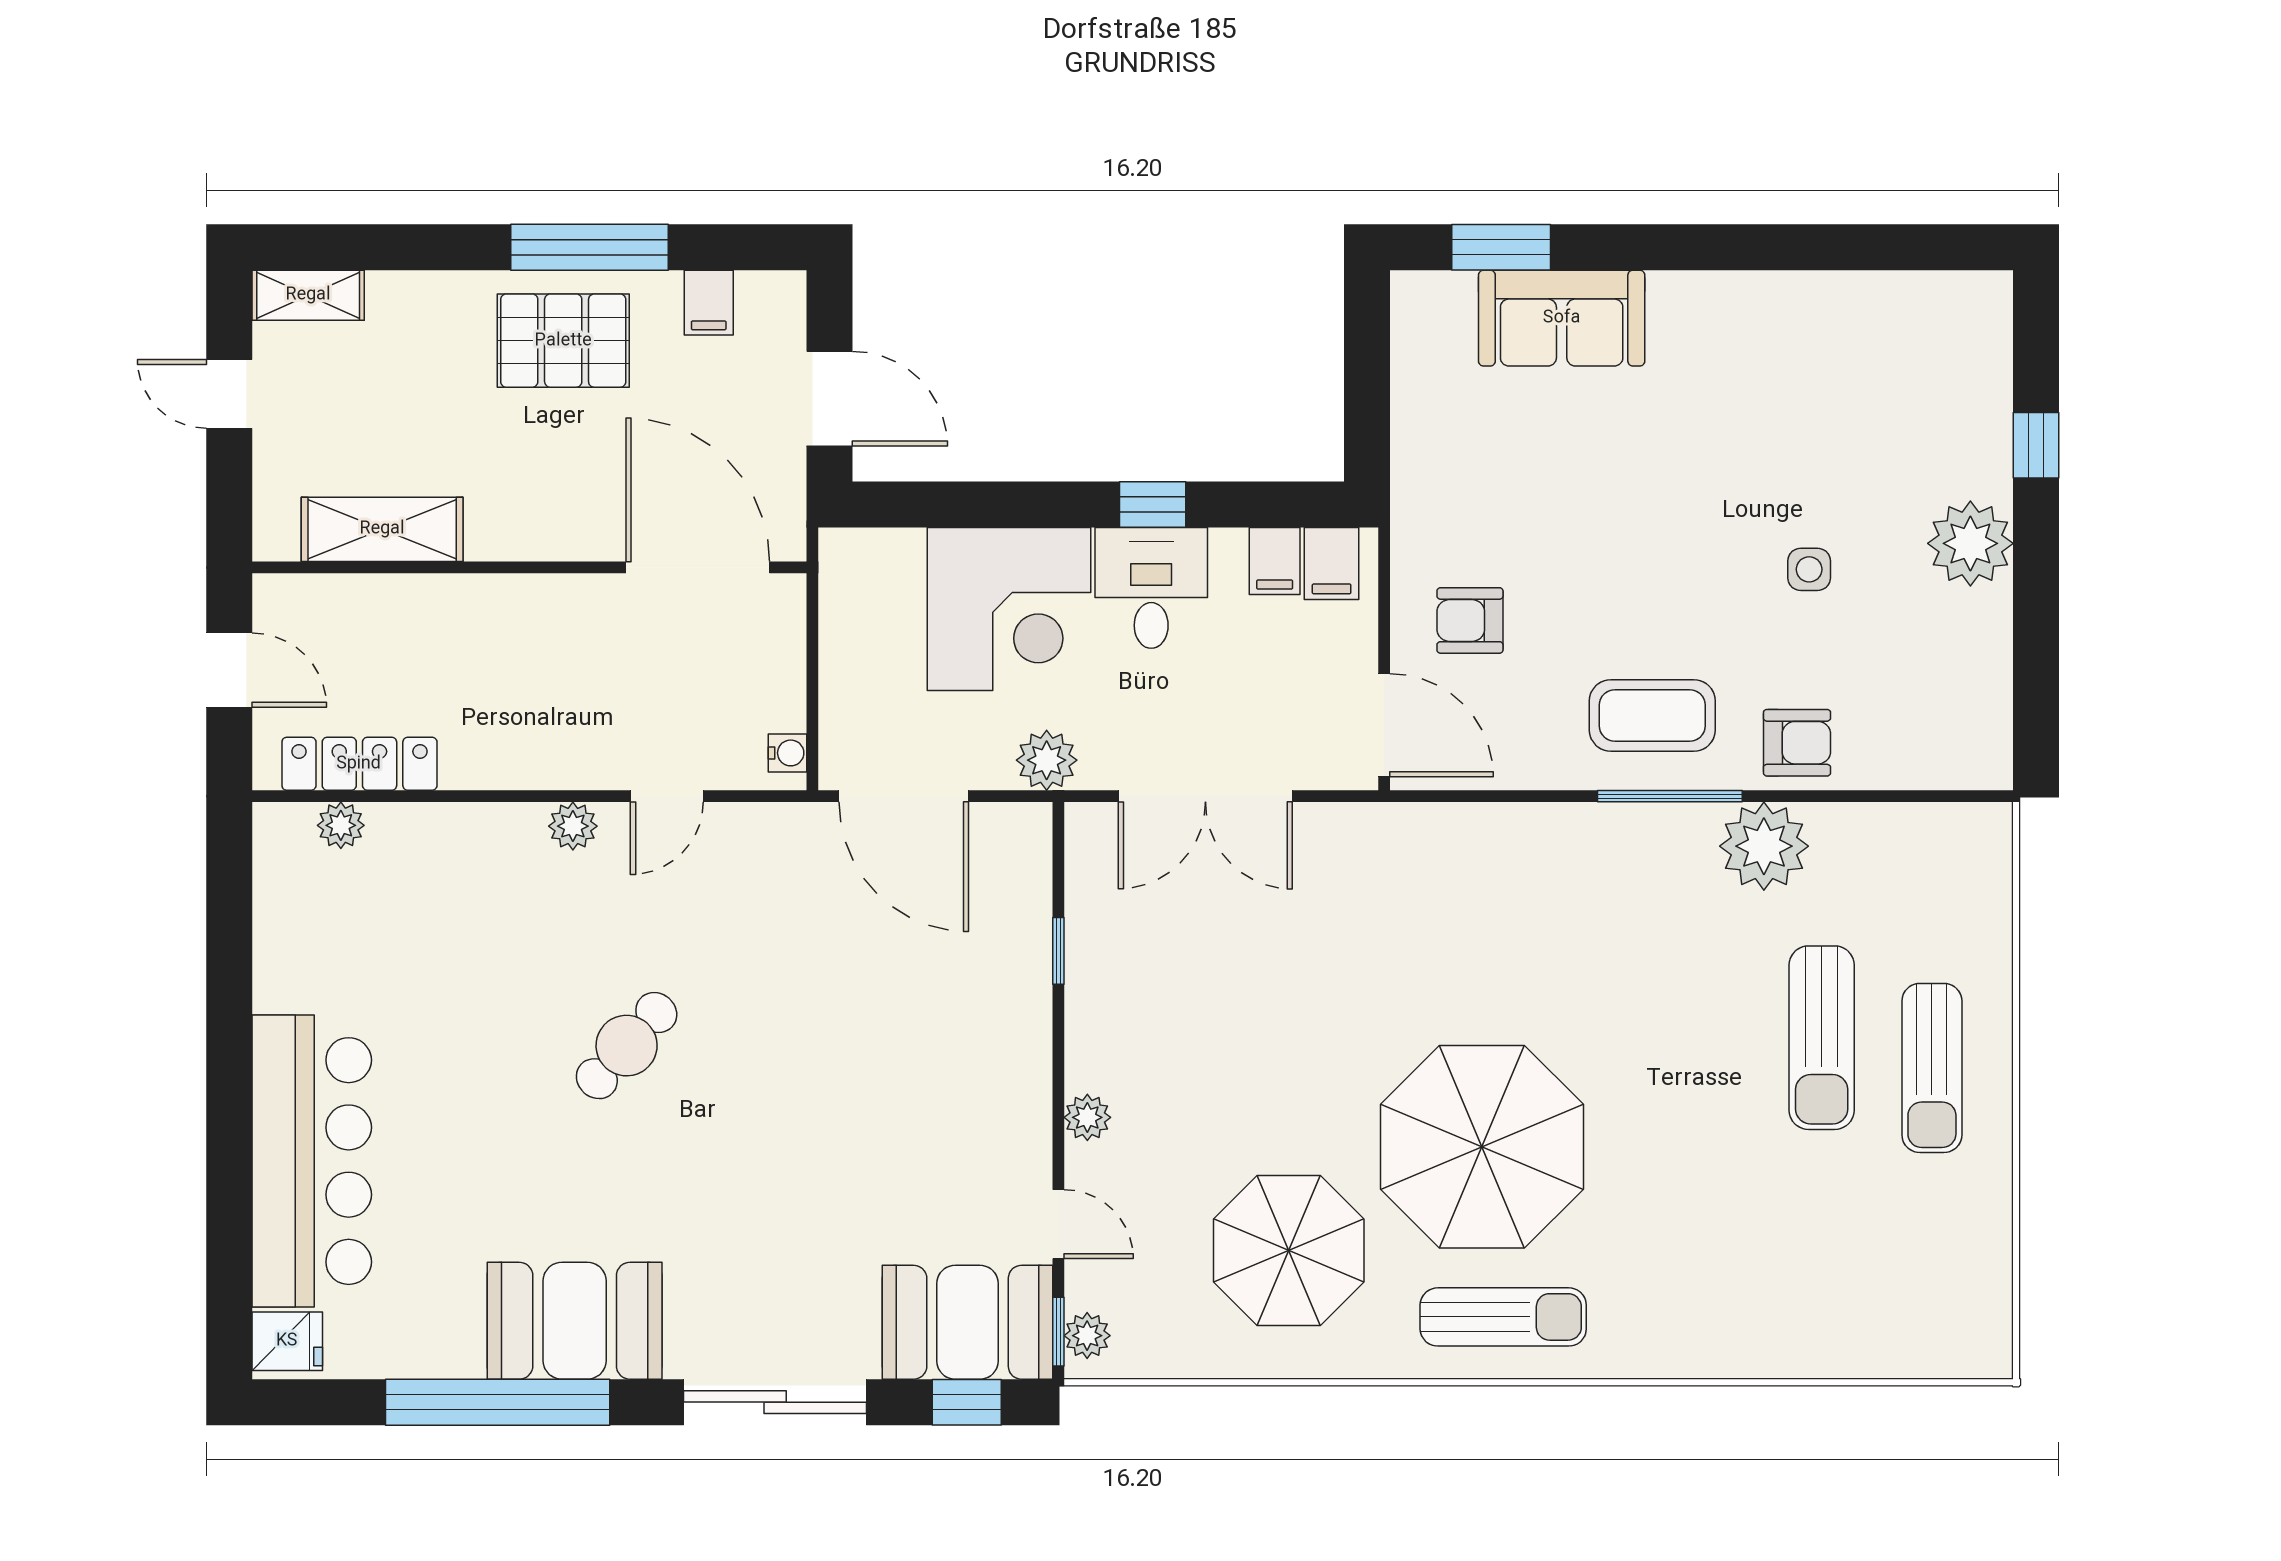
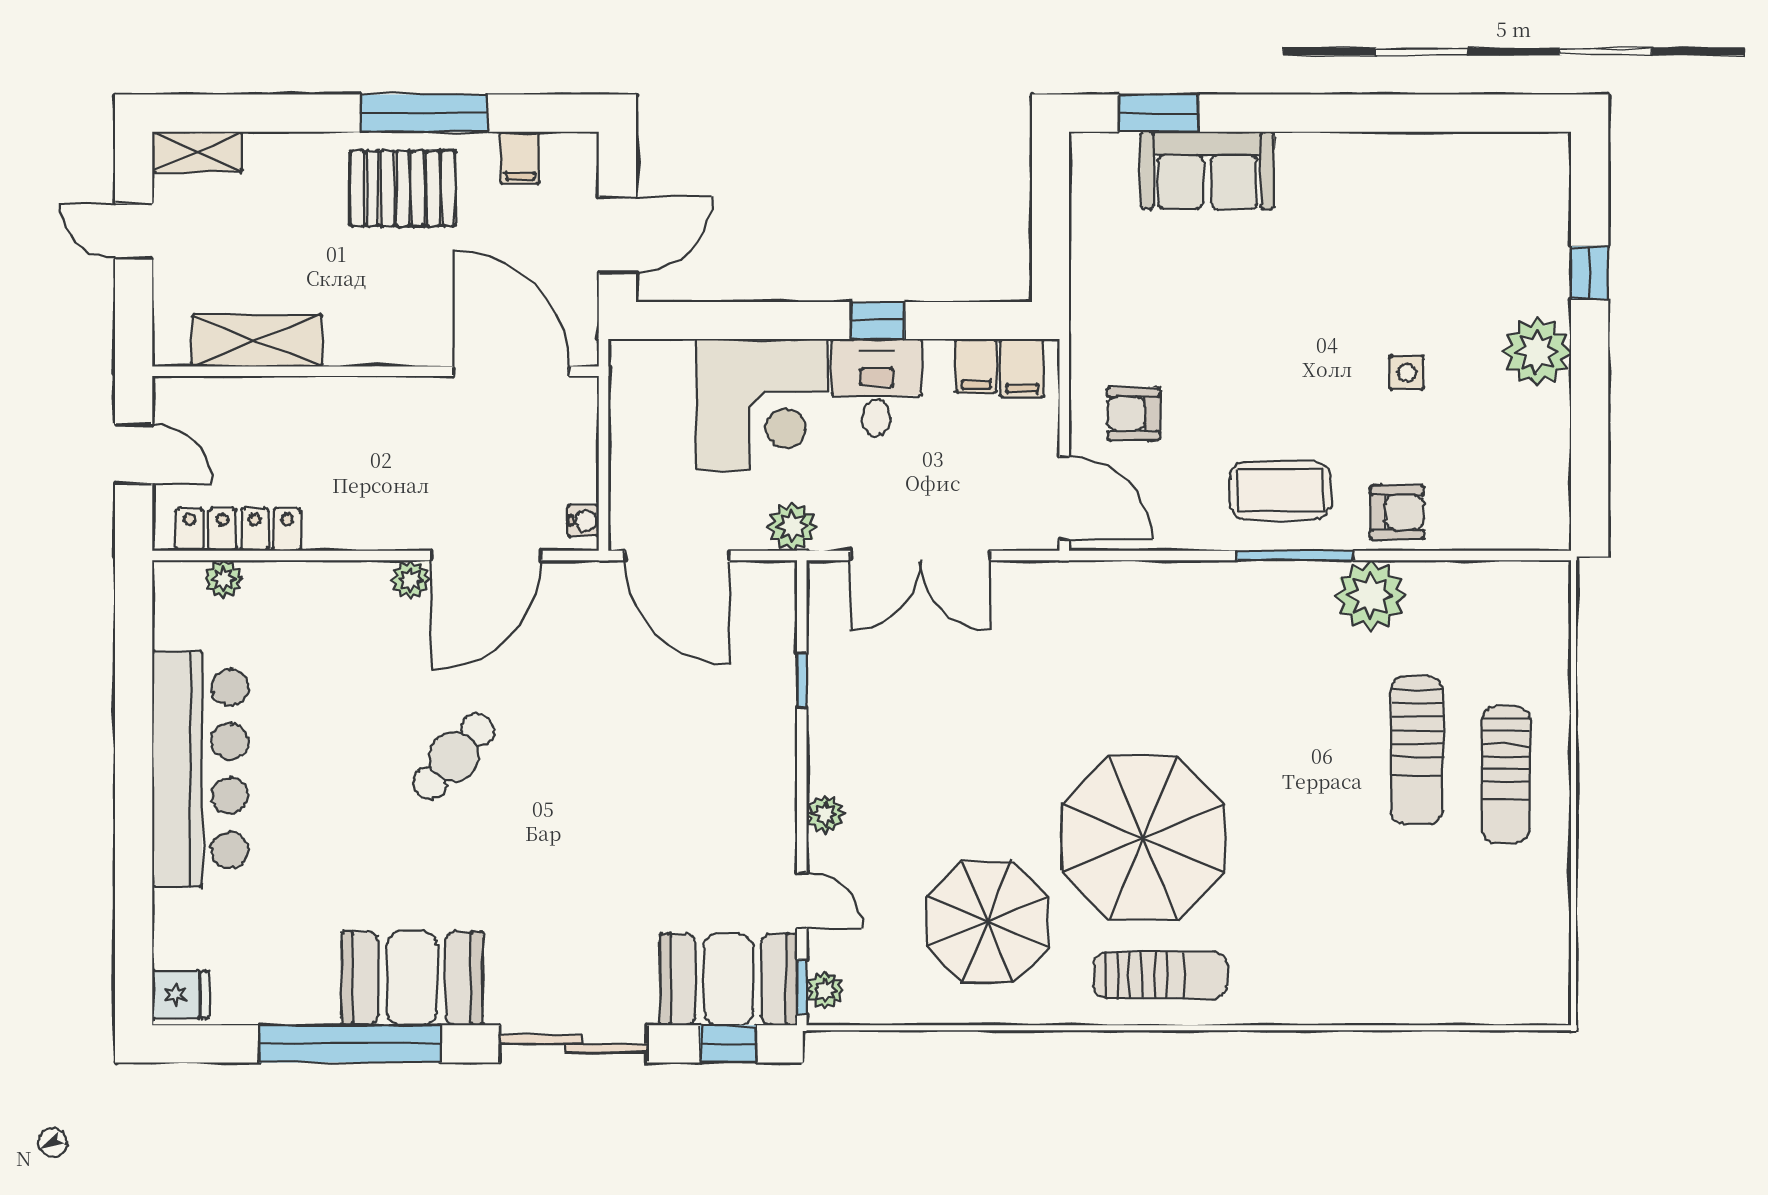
door: (830, 399) -> (617, 235), hinge flipped
door: (667, 796) -> (486, 555), width x1.87
bar counter: (312, 1161) -> (200, 769), moved

